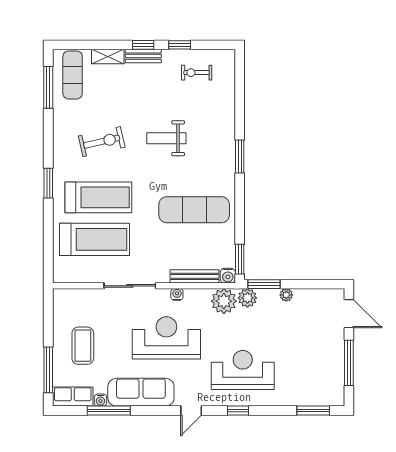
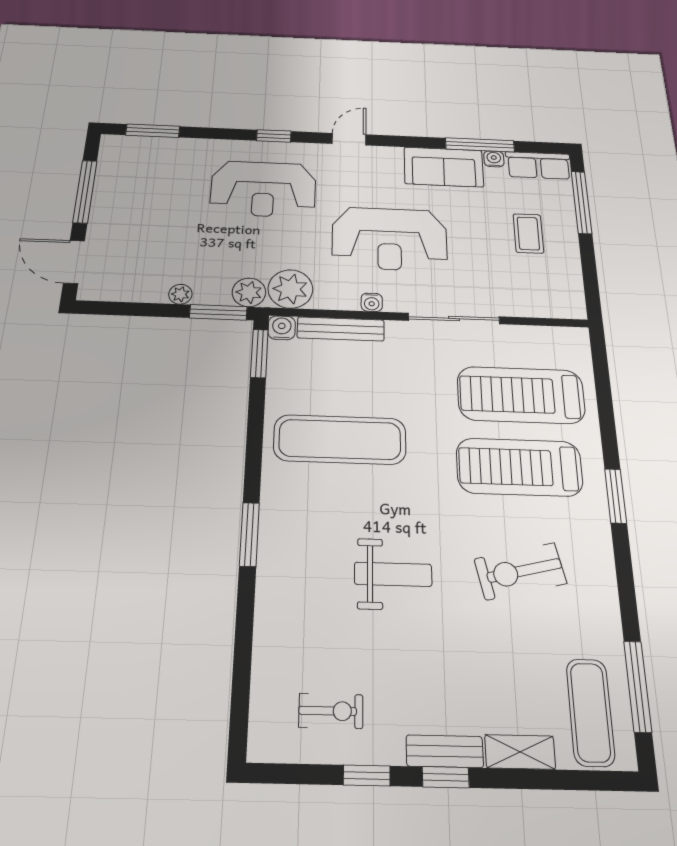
coffee table: (83, 346) -> (528, 233), width x0.73, depth x0.77
sofa: (141, 392) -> (444, 167), width x0.73

